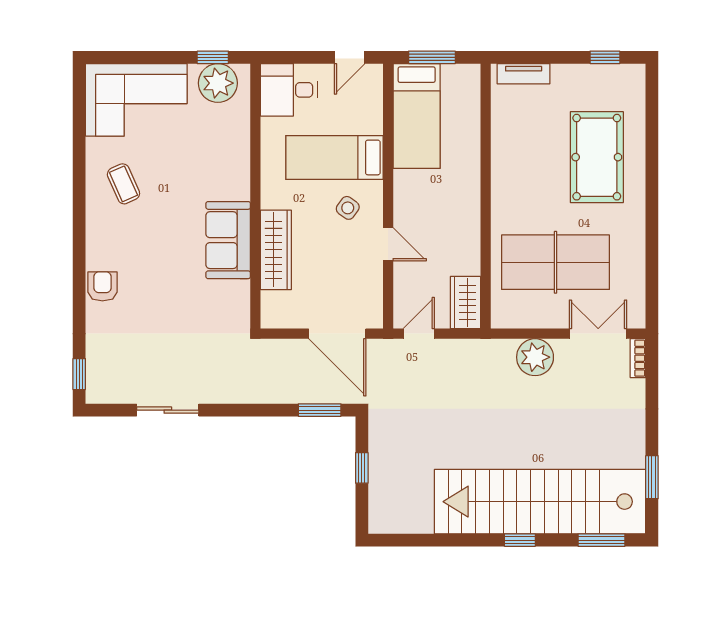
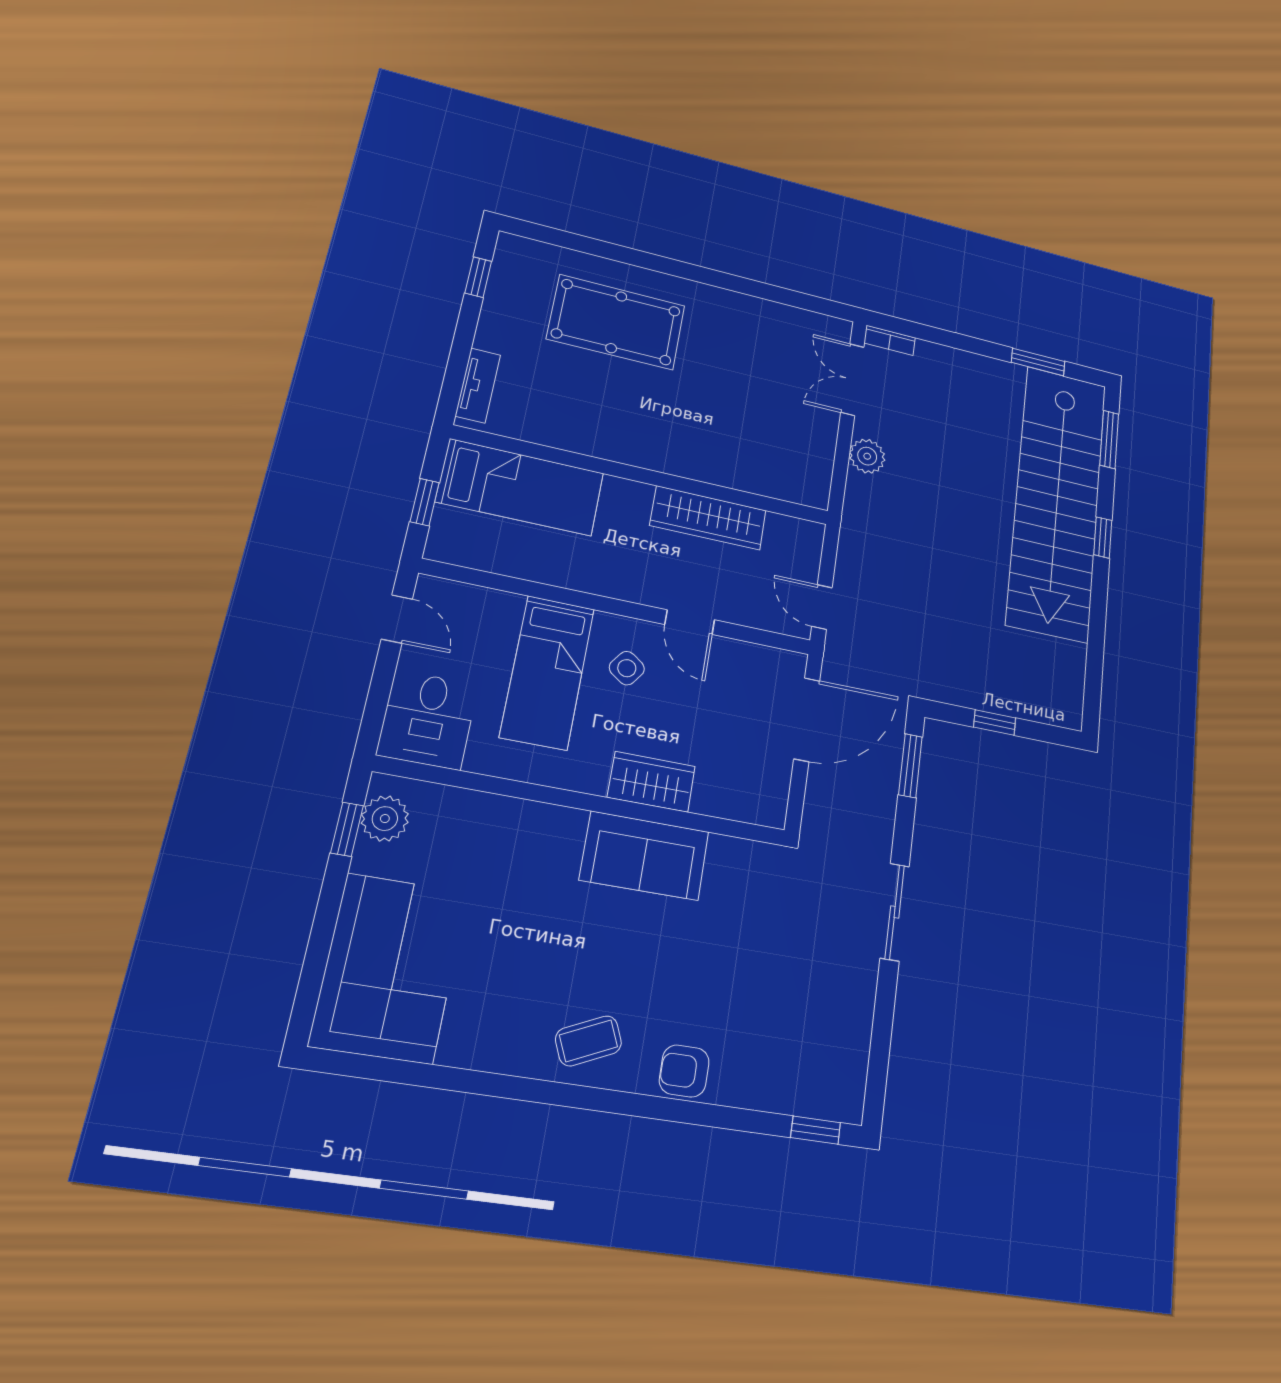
window: (432, 57) -> (425, 502), width x0.67
plant: (218, 83) -> (385, 819), width x0.73, depth x0.73
bed: (417, 116) -> (520, 487), moved
coffee table: (123, 184) -> (588, 1041), moved
door: (388, 244) -> (690, 622), swing flipped
wardrobe: (276, 250) -> (651, 782), width x0.67
table tennis table: (555, 262) -> (750, 408), removed
wardrobe: (465, 303) -> (708, 518), moved, width x1.50
plant: (535, 357) -> (867, 456), width x0.73, depth x0.73
sliding door: (168, 410) -> (895, 912), moved

